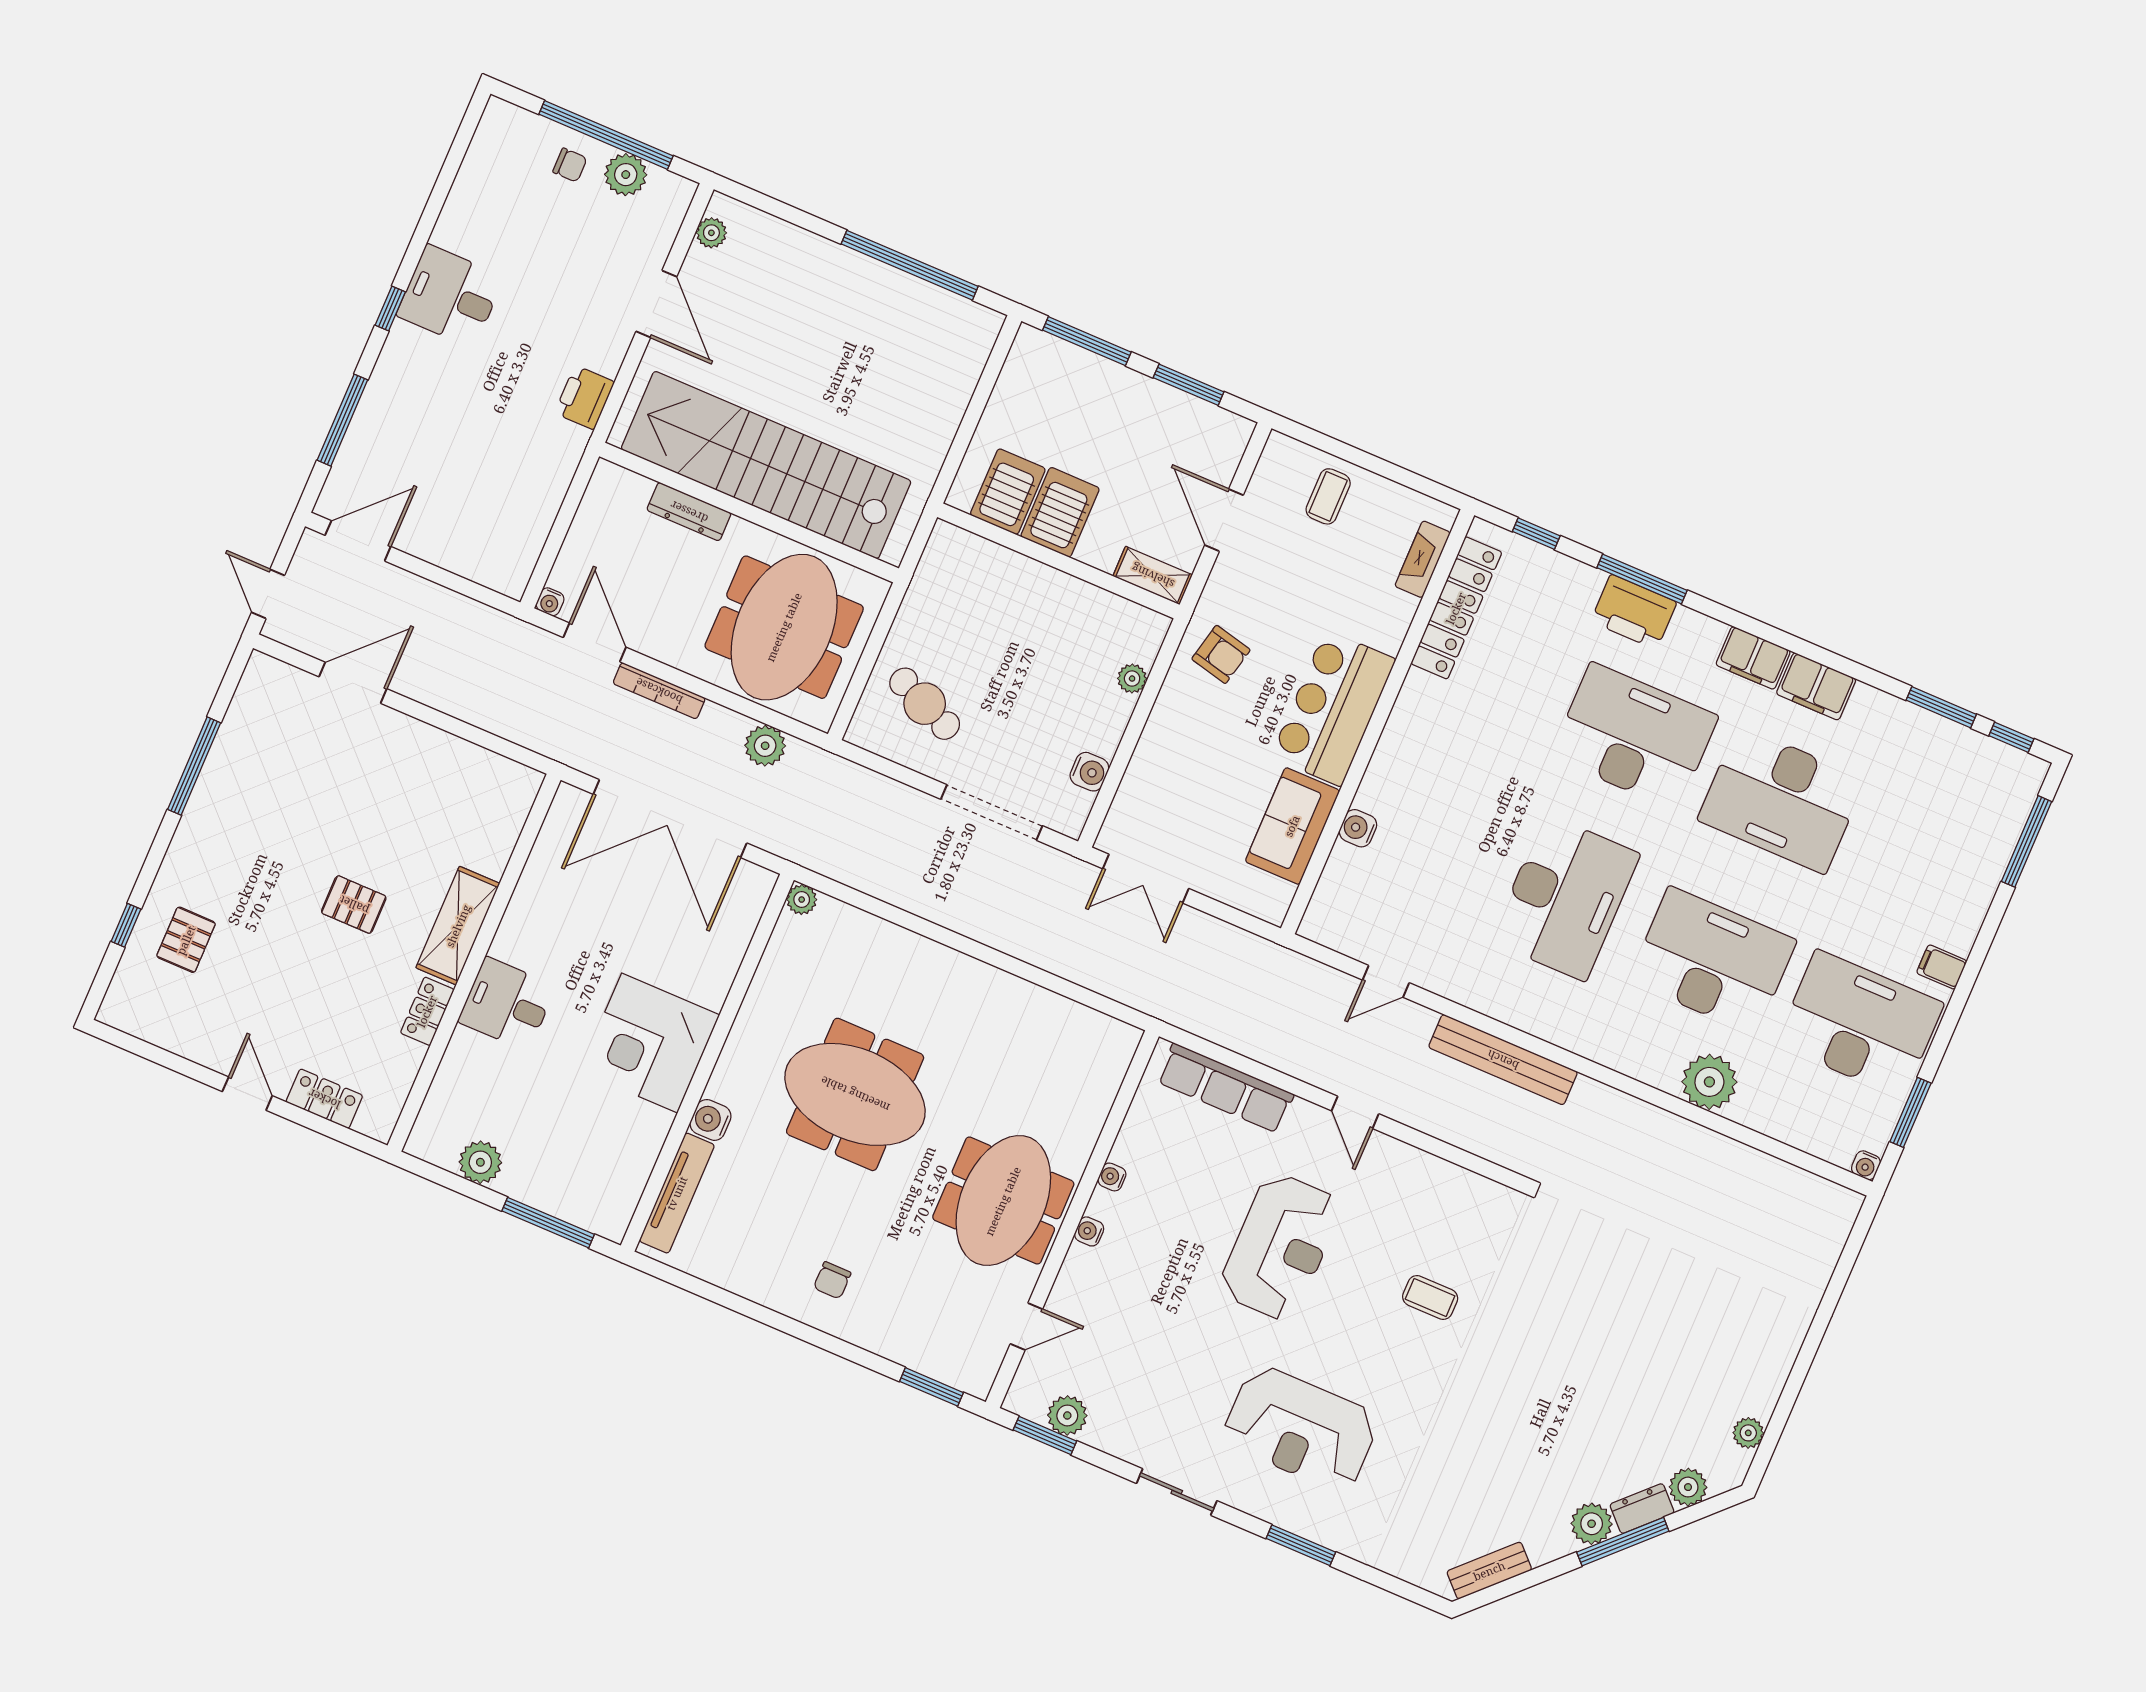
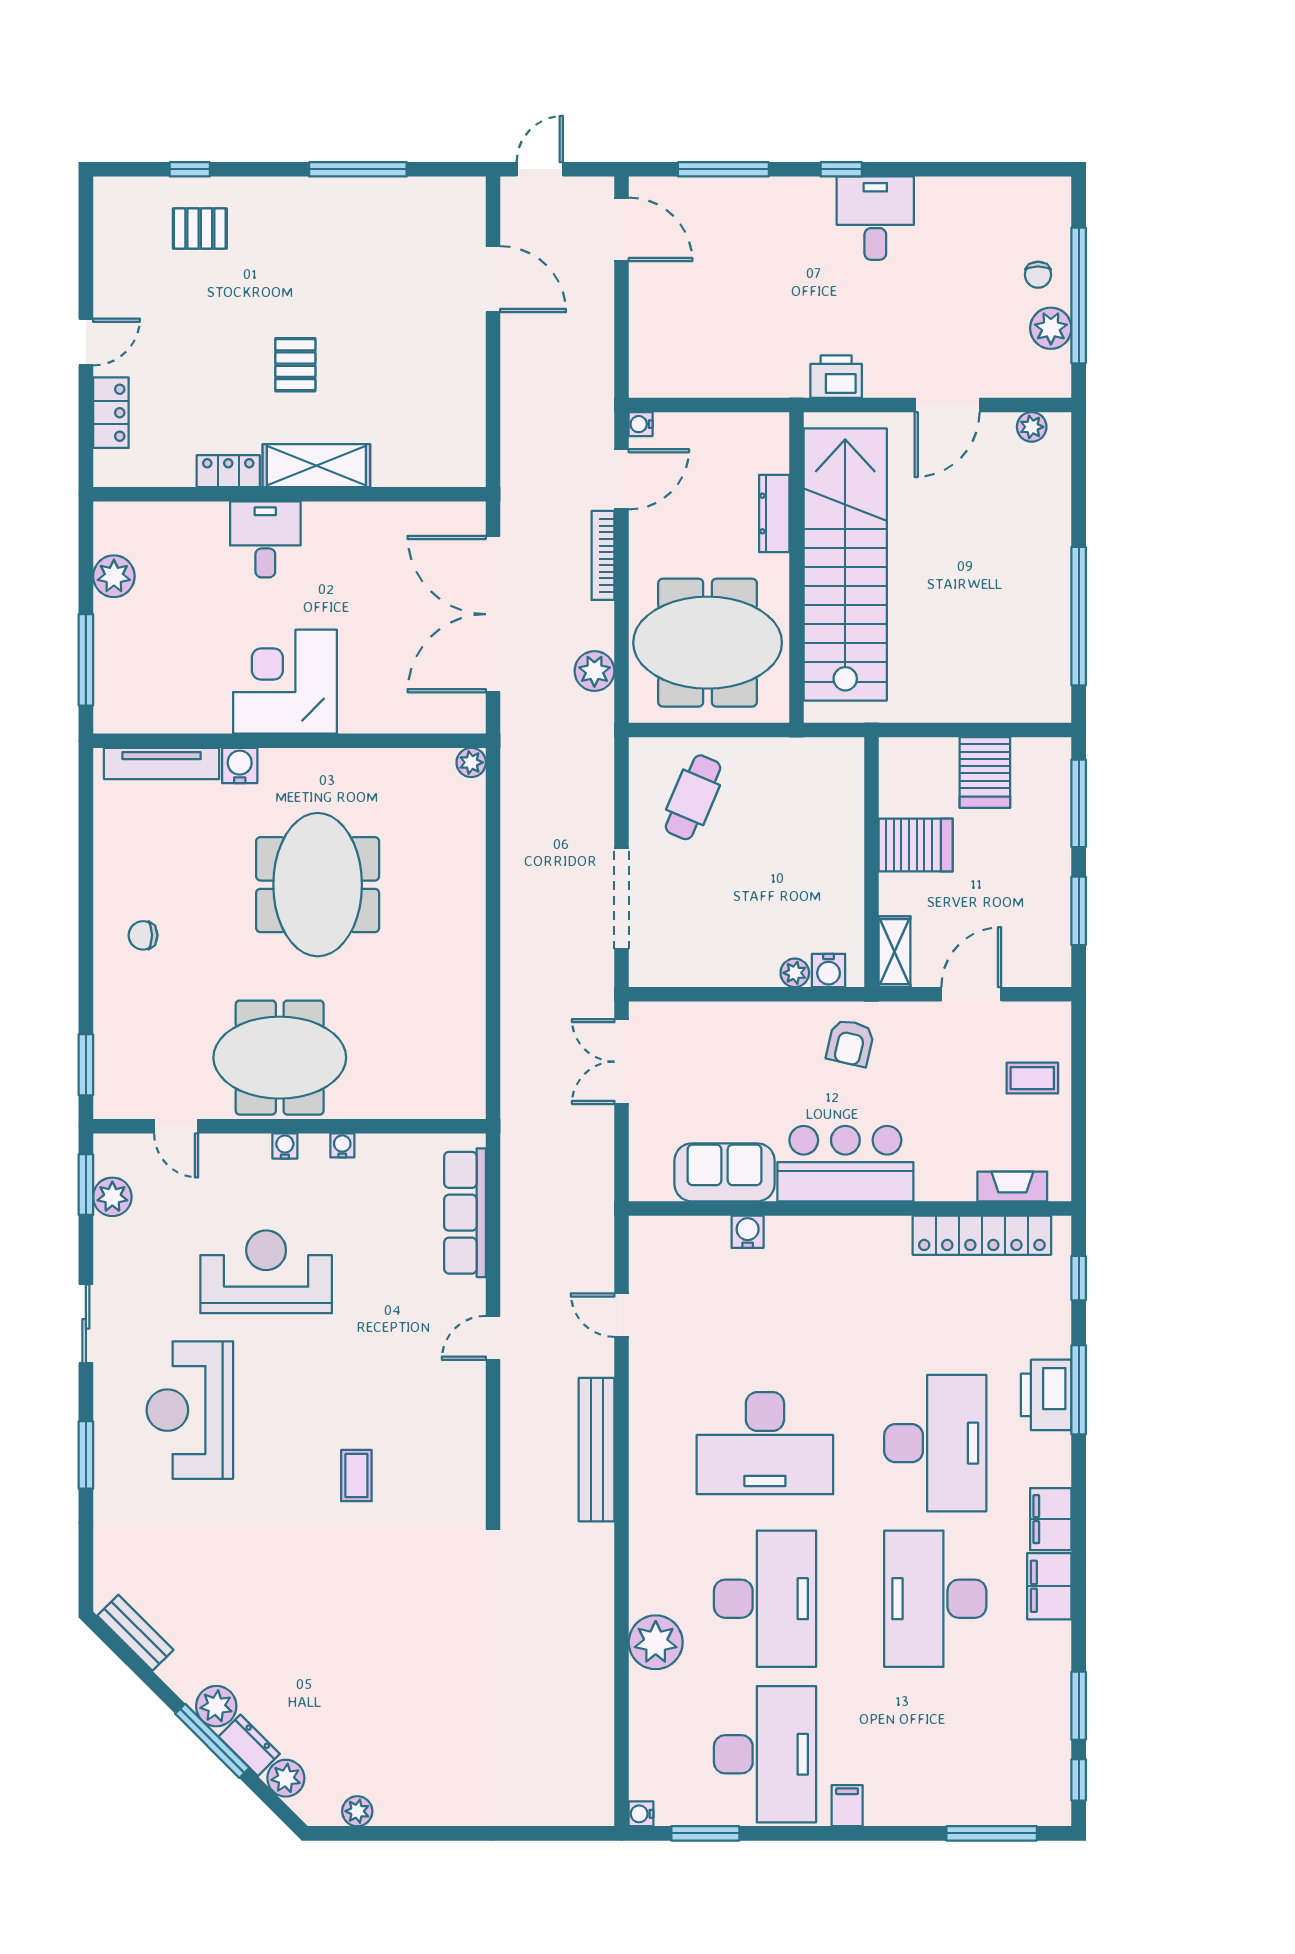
server rack: (1008, 492) -> (985, 772), moved, turned 90
water cooler: (1089, 772) -> (829, 970), moved
reception desk: (1280, 1247) -> (266, 1272), moved, turned 180

